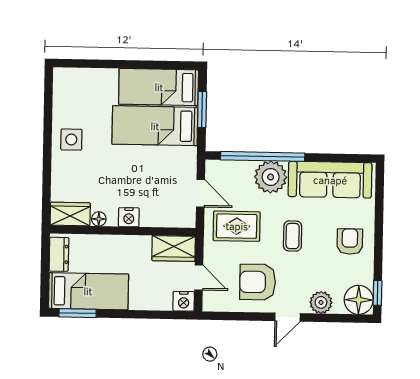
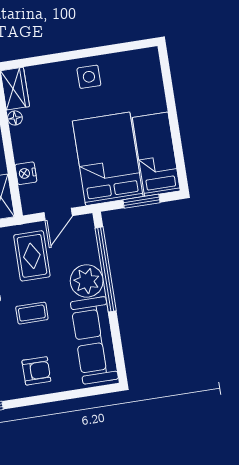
bed: (155, 126) -> (108, 159), width x1.50
nightstand: (129, 217) -> (26, 173), moved

